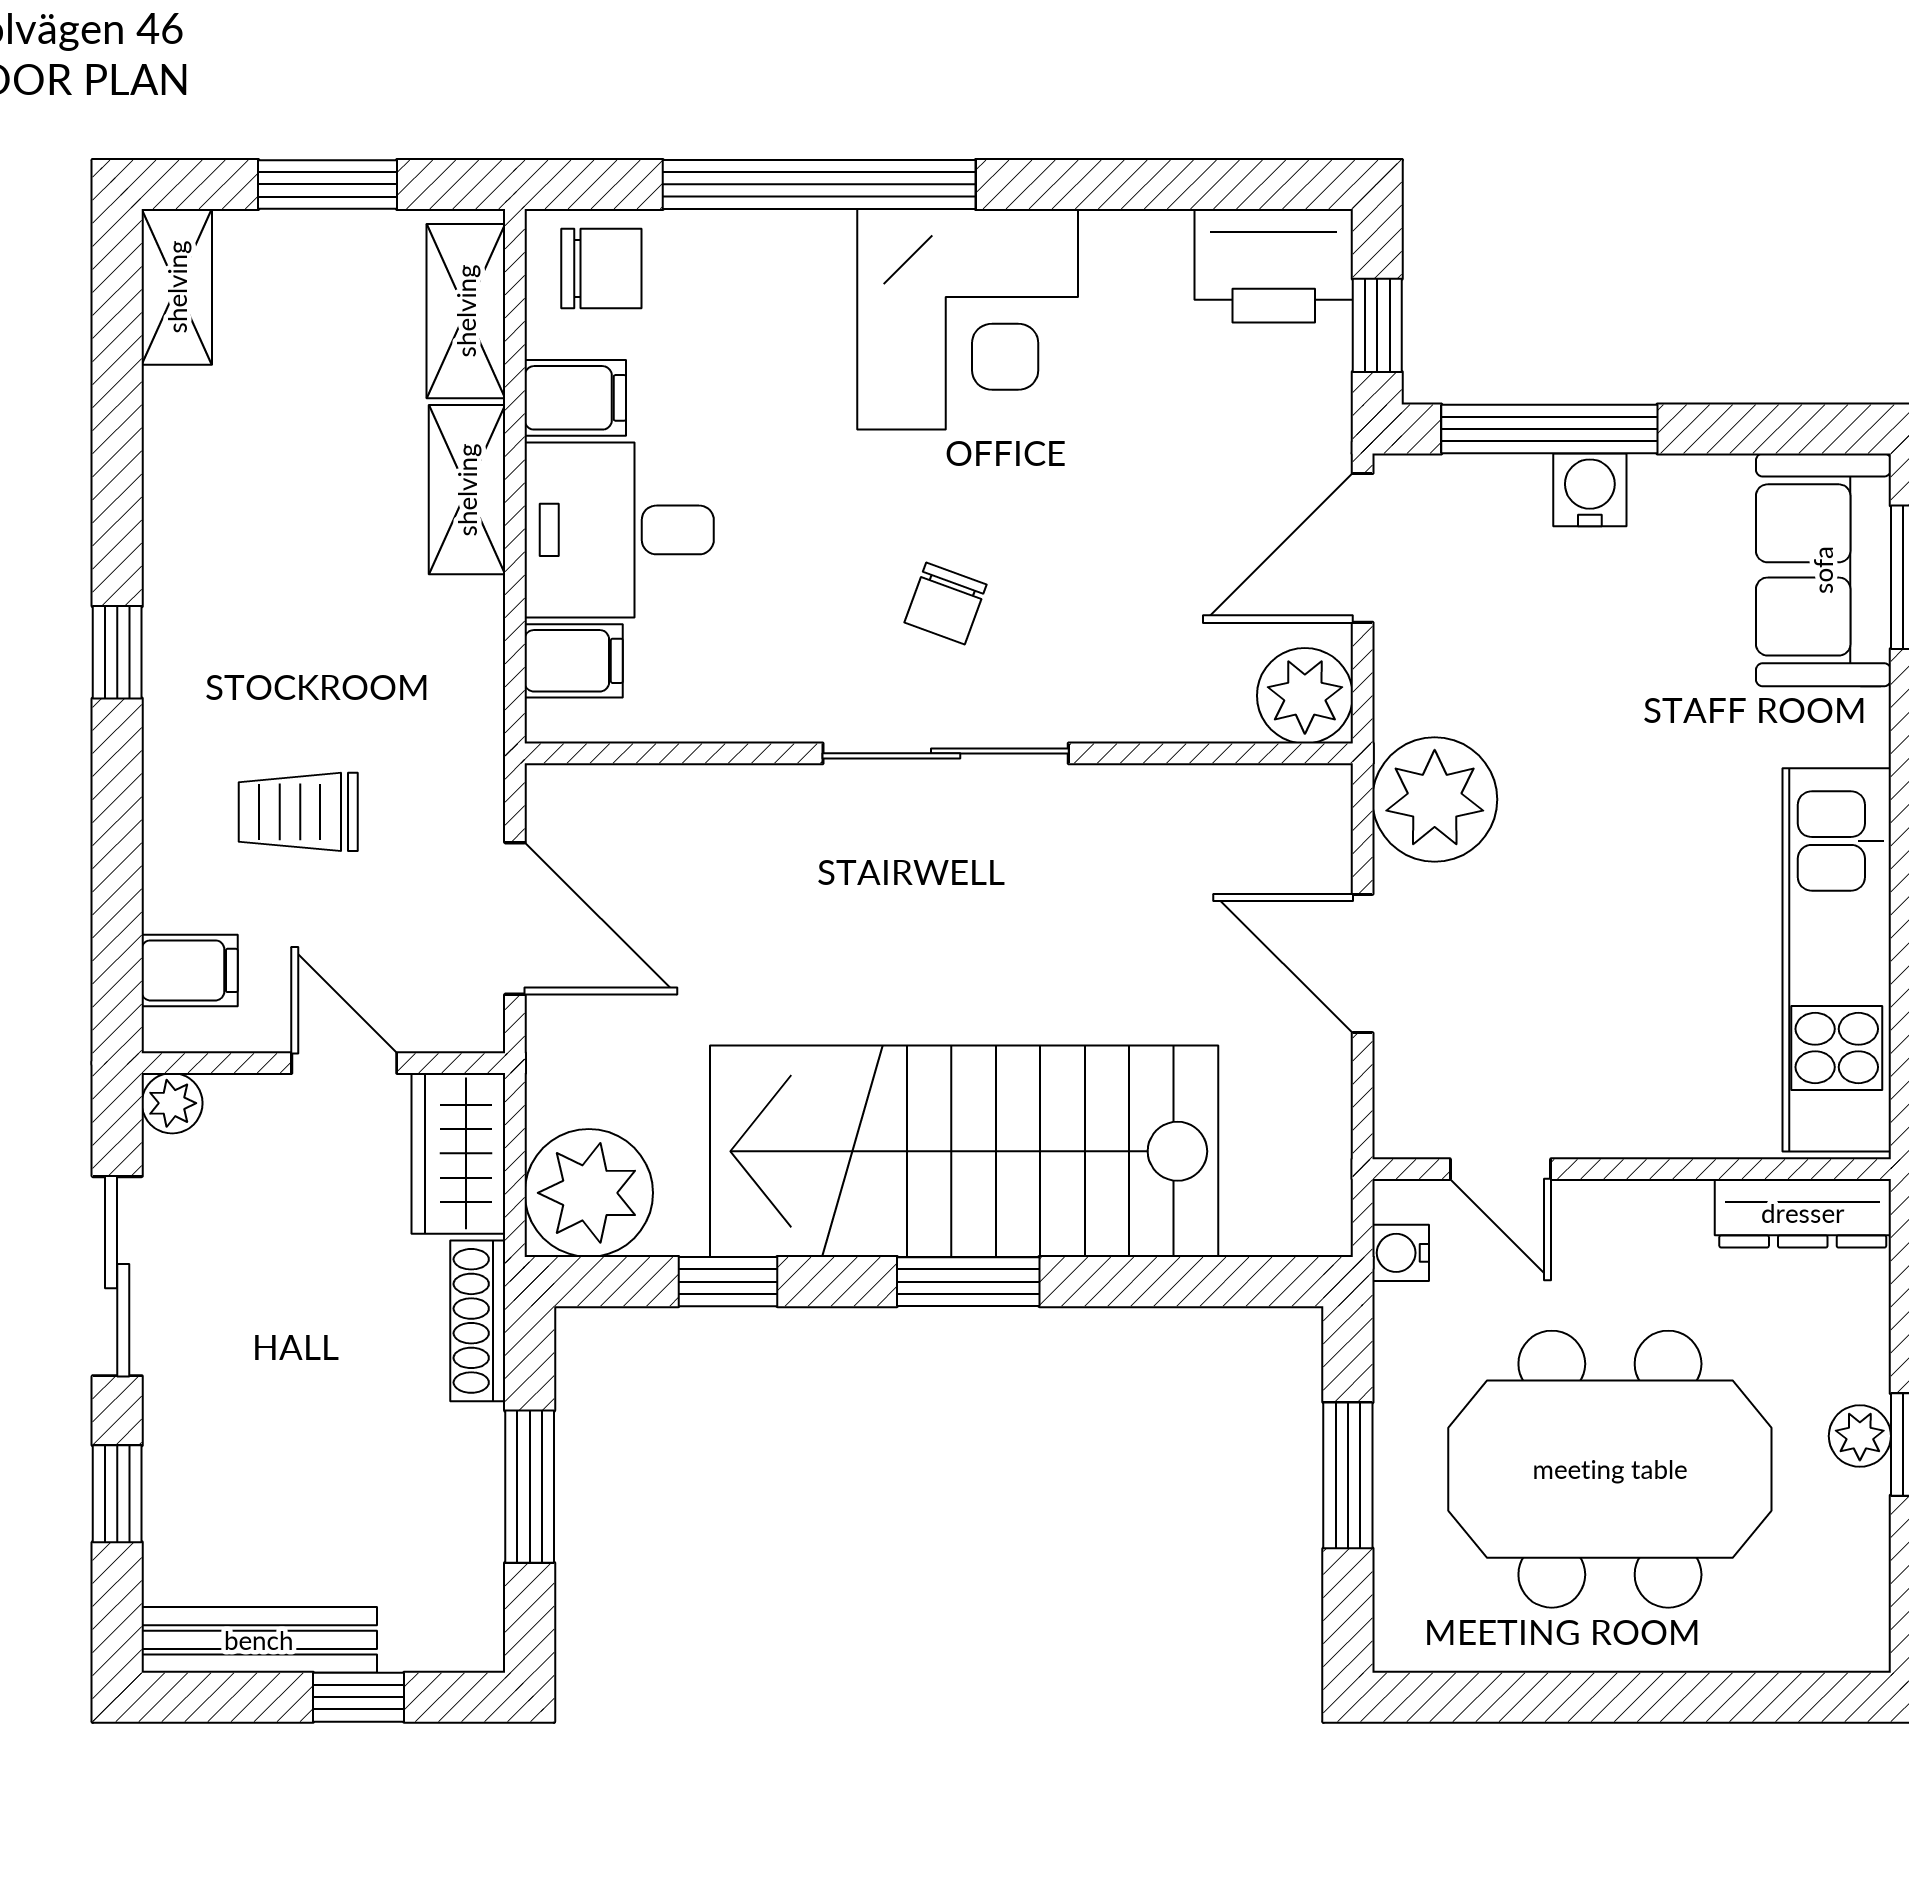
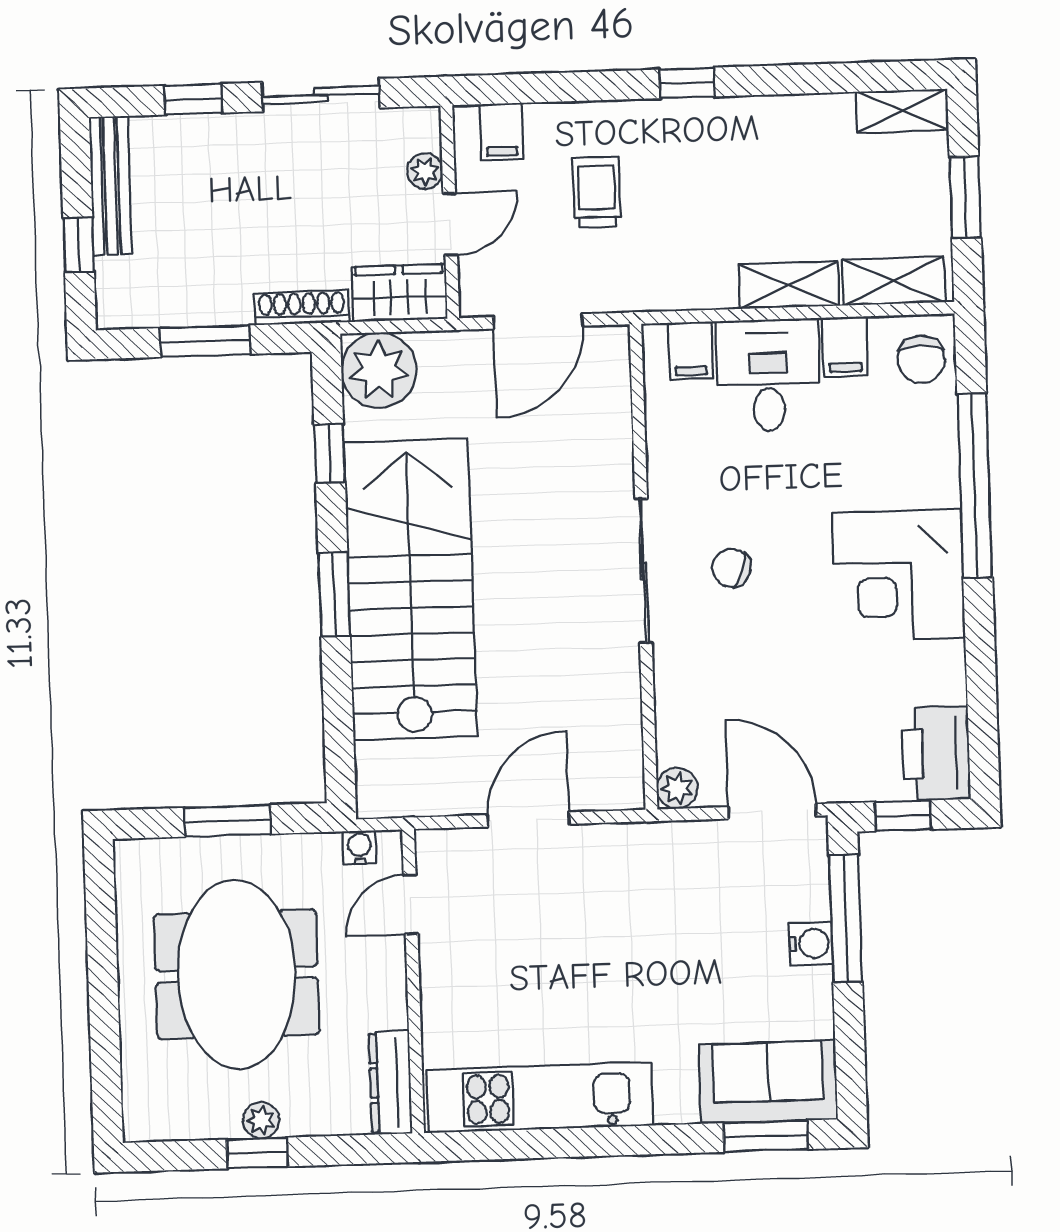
plant: (1305, 696) -> (677, 788), width x0.73, depth x0.73
plant: (1435, 799) -> (626, 859), removed
plant: (172, 1103) -> (425, 171), moved

